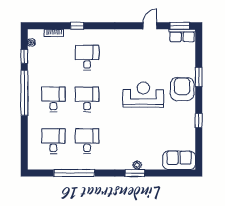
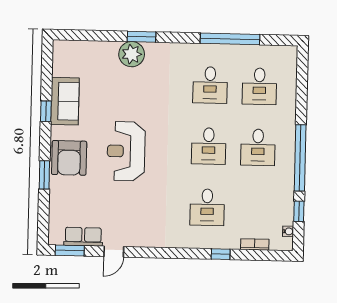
row of seats: (182, 35) -> (83, 237), moved
reception desk: (143, 95) -> (126, 151), turned 90
sofa: (179, 160) -> (65, 101), moved, turned -90
plant: (137, 165) -> (132, 54), width x1.88, depth x1.88

